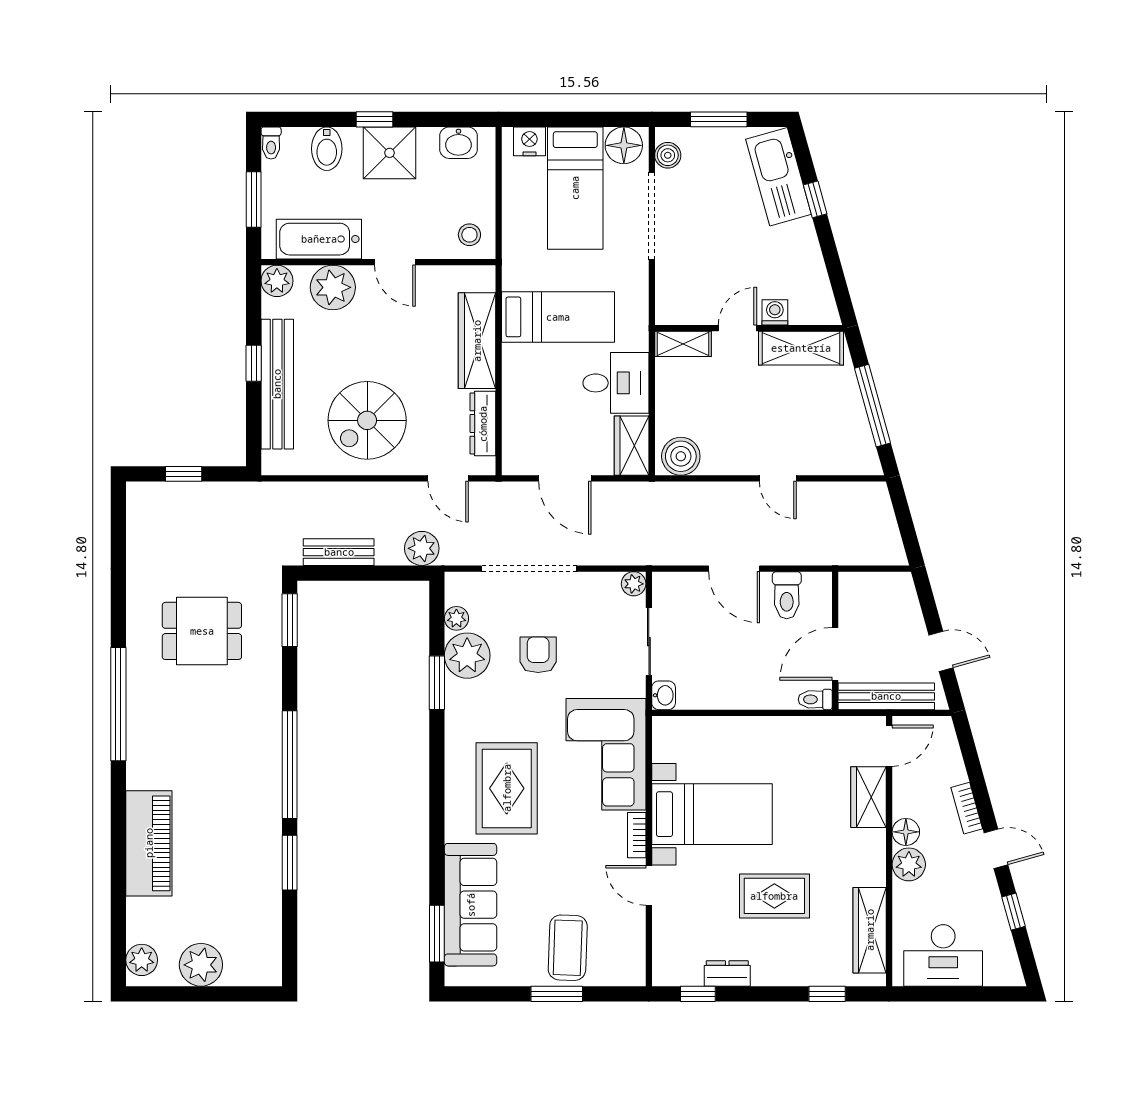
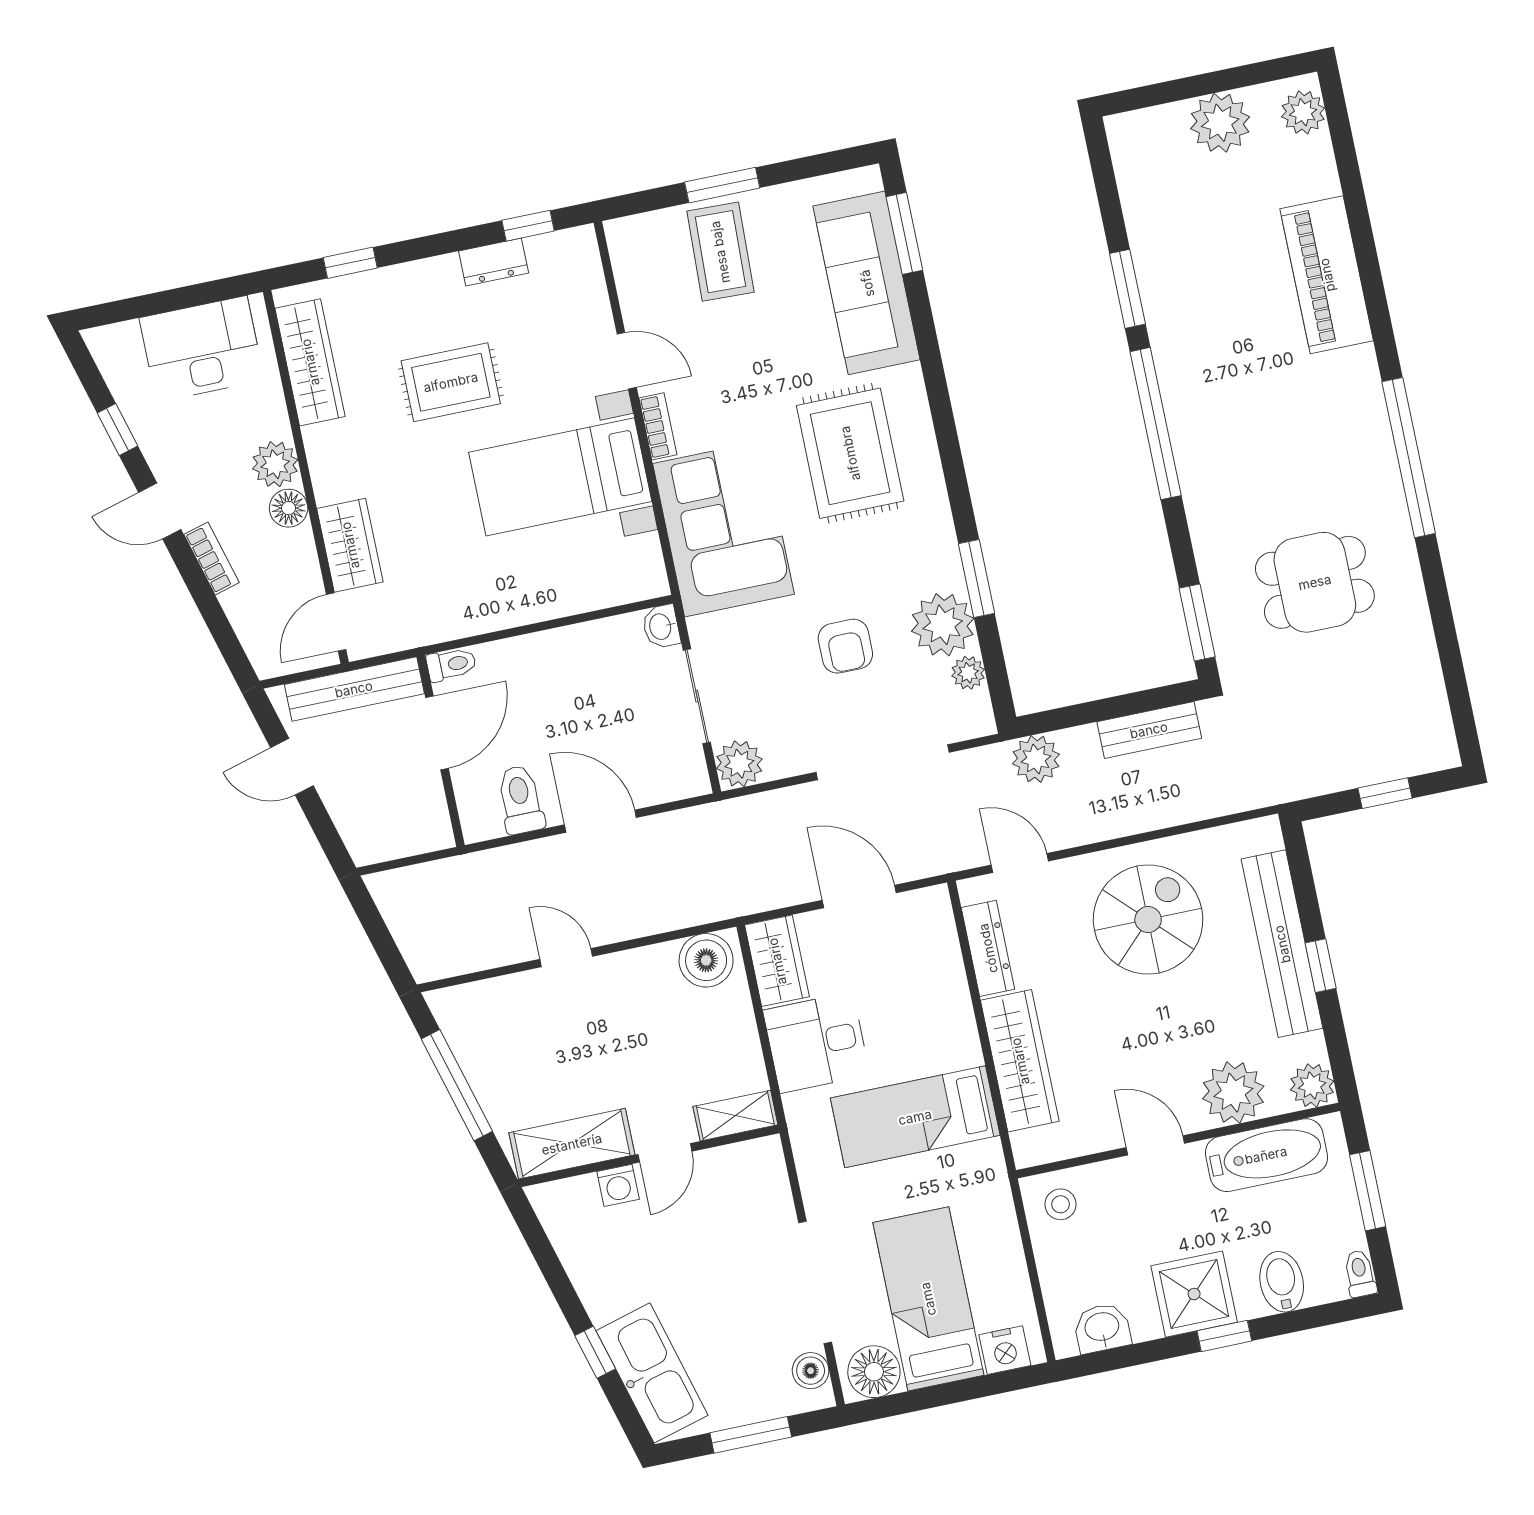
plant: (634, 584) -> (739, 764), width x1.38, depth x1.38

